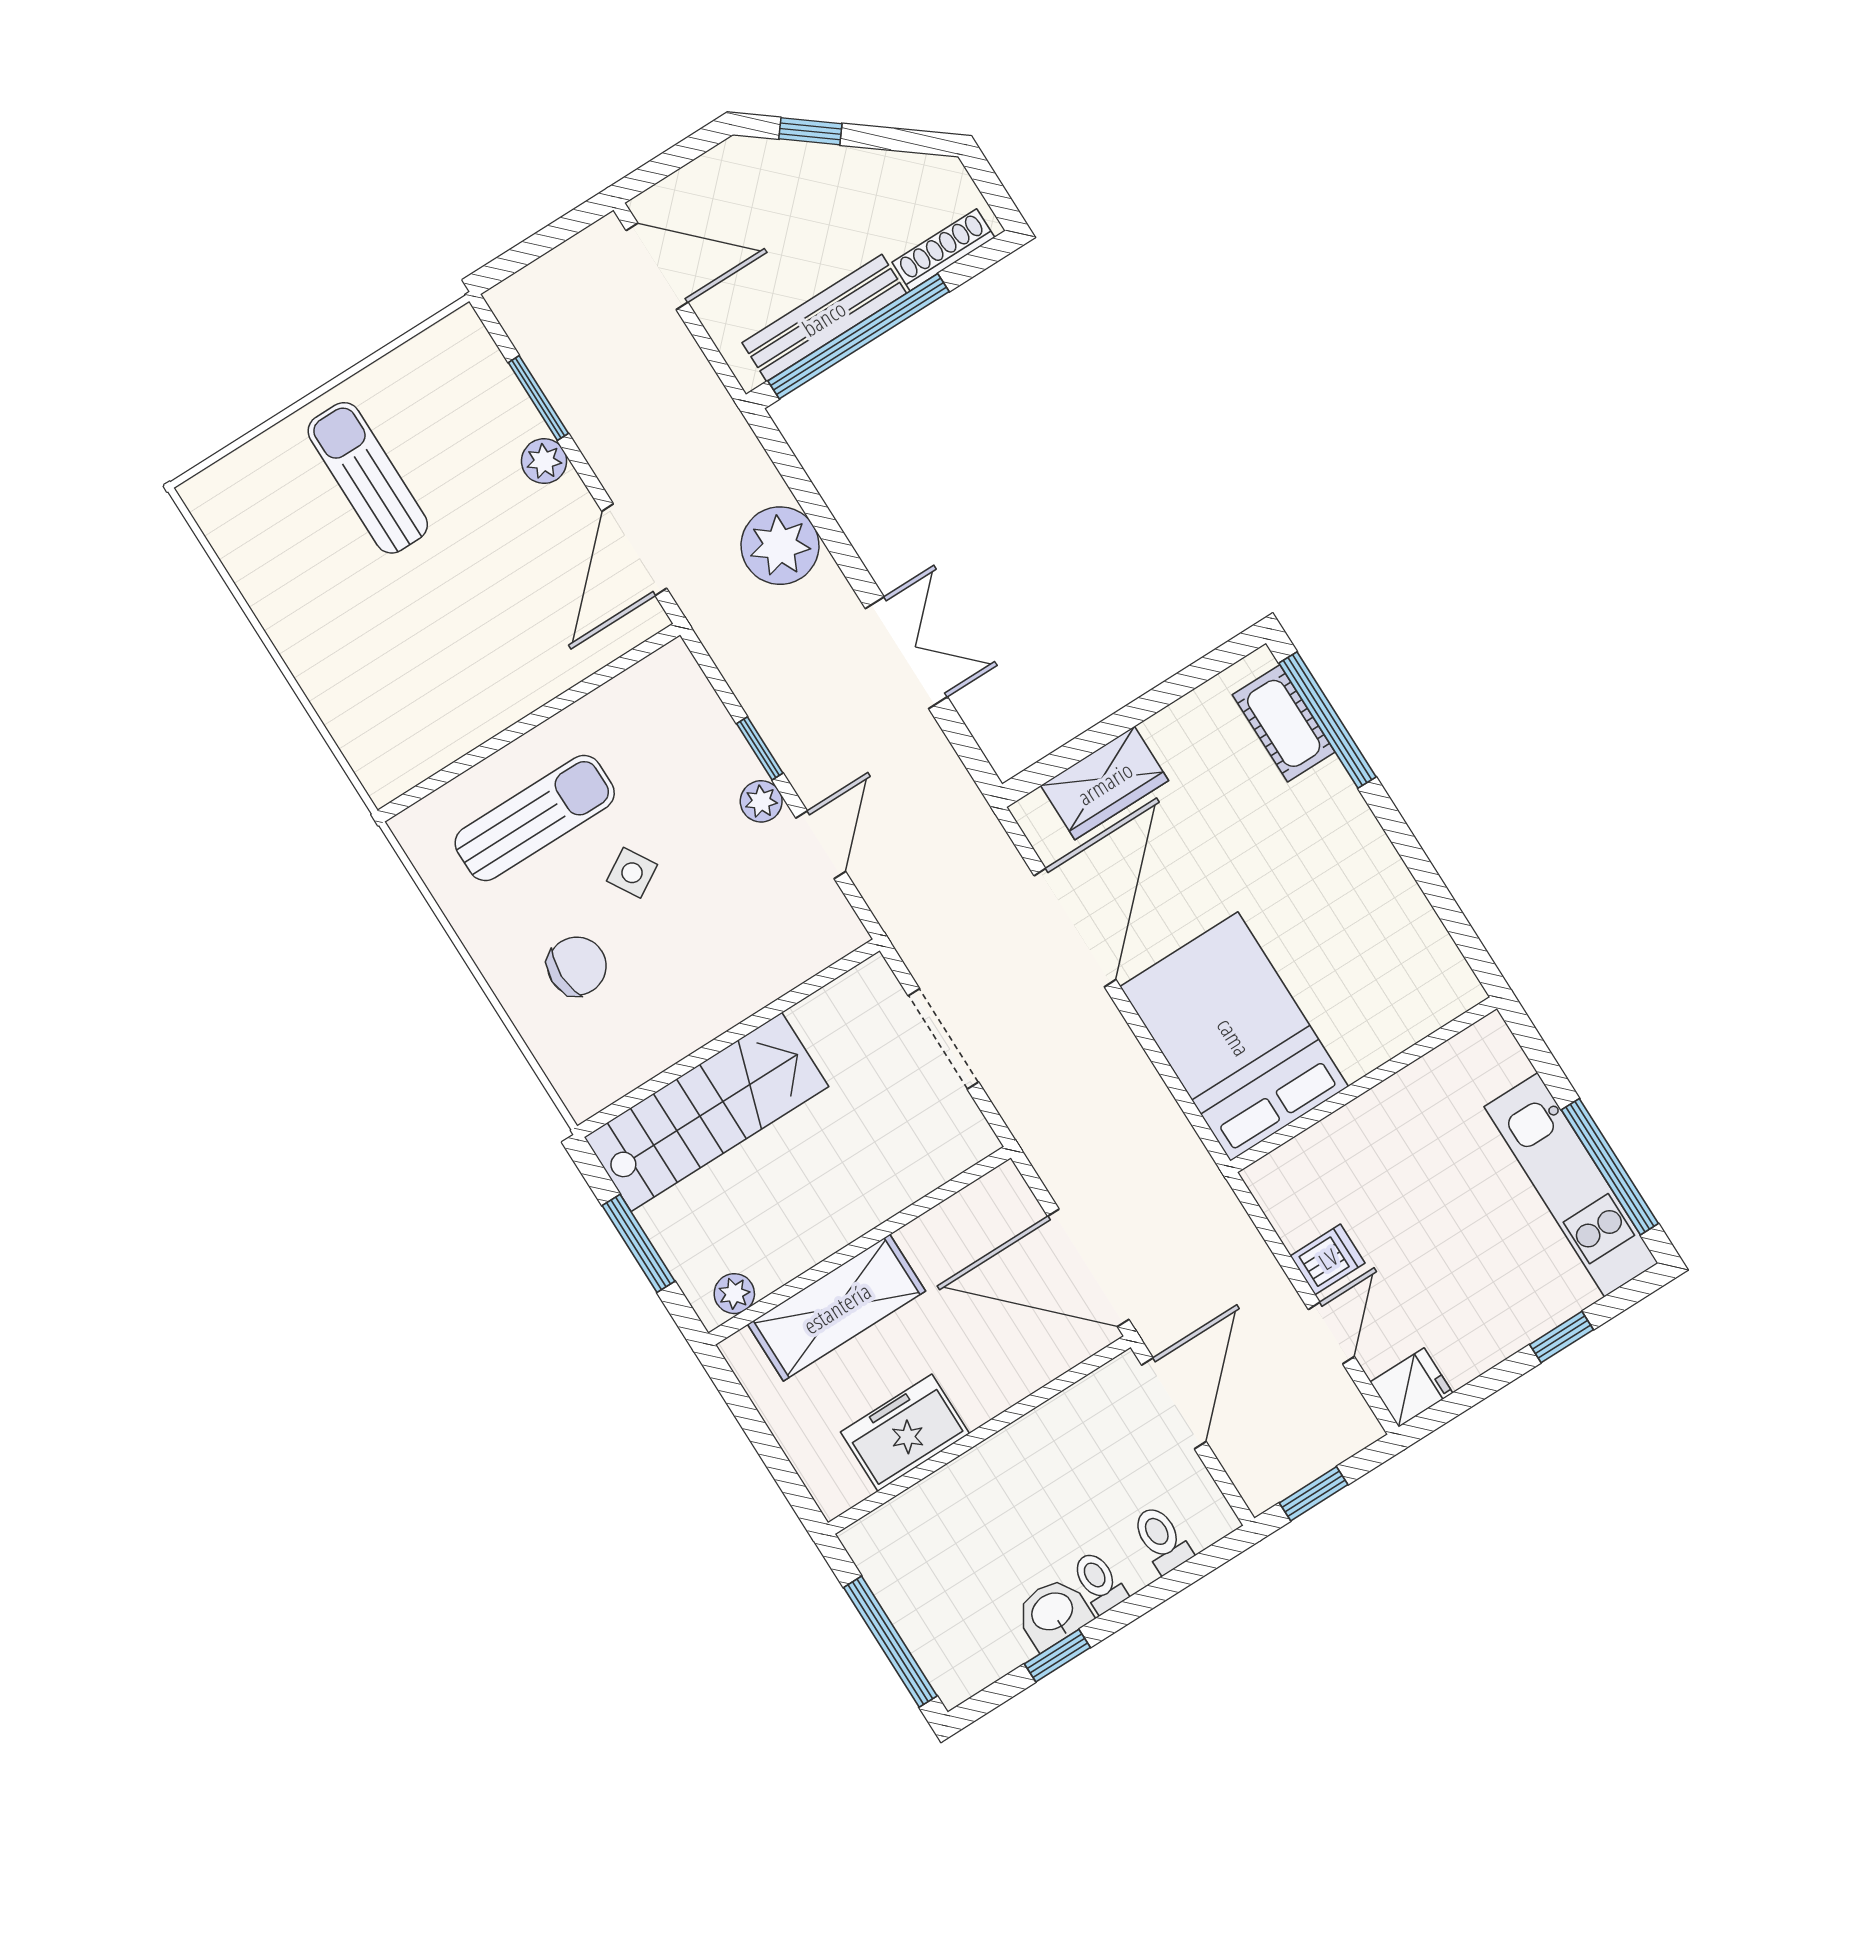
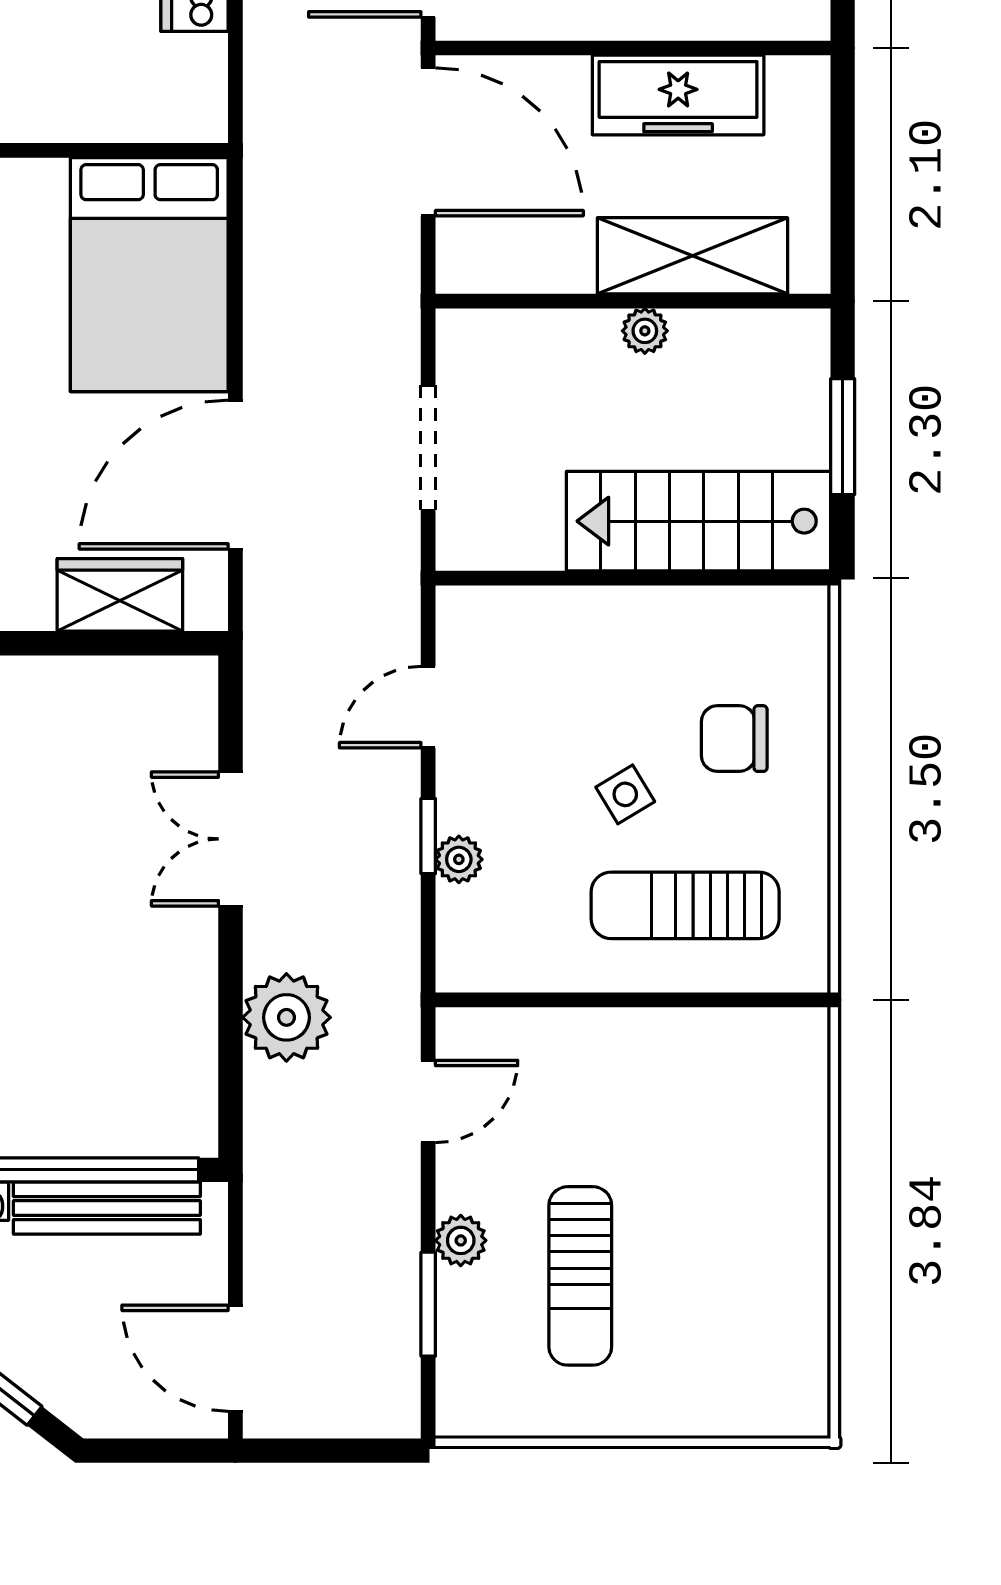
sun lounger: (368, 478) -> (580, 1276), moved
door: (634, 550) -> (428, 1101), width x0.73
plant: (761, 801) -> (459, 859), moved
plant: (734, 1294) -> (645, 331), moved
freezer: (905, 1433) -> (678, 95), width x1.40

